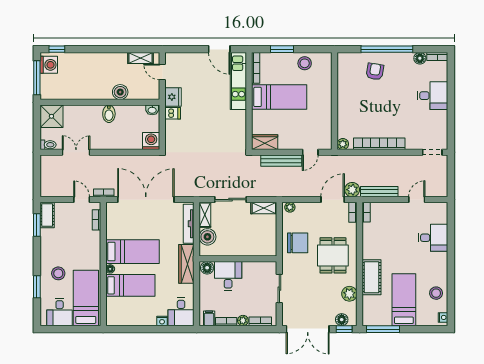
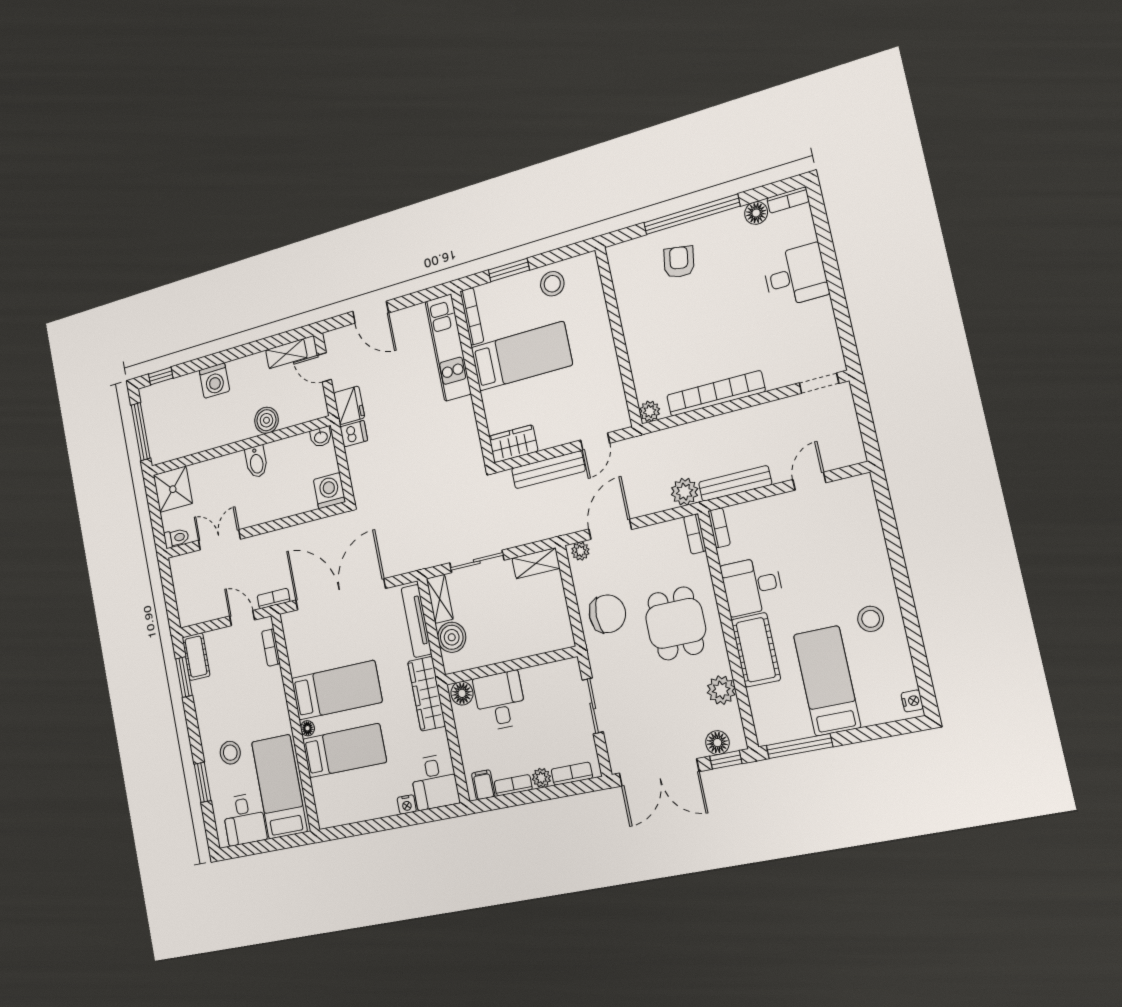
door: (219, 49) -> (371, 312), moved
washing machine: (49, 65) -> (214, 381), moved, turned 90
door: (333, 200) -> (610, 529), moved
desk: (433, 238) -> (752, 586), moved, turned 180
stool: (436, 293) -> (871, 619), moved

